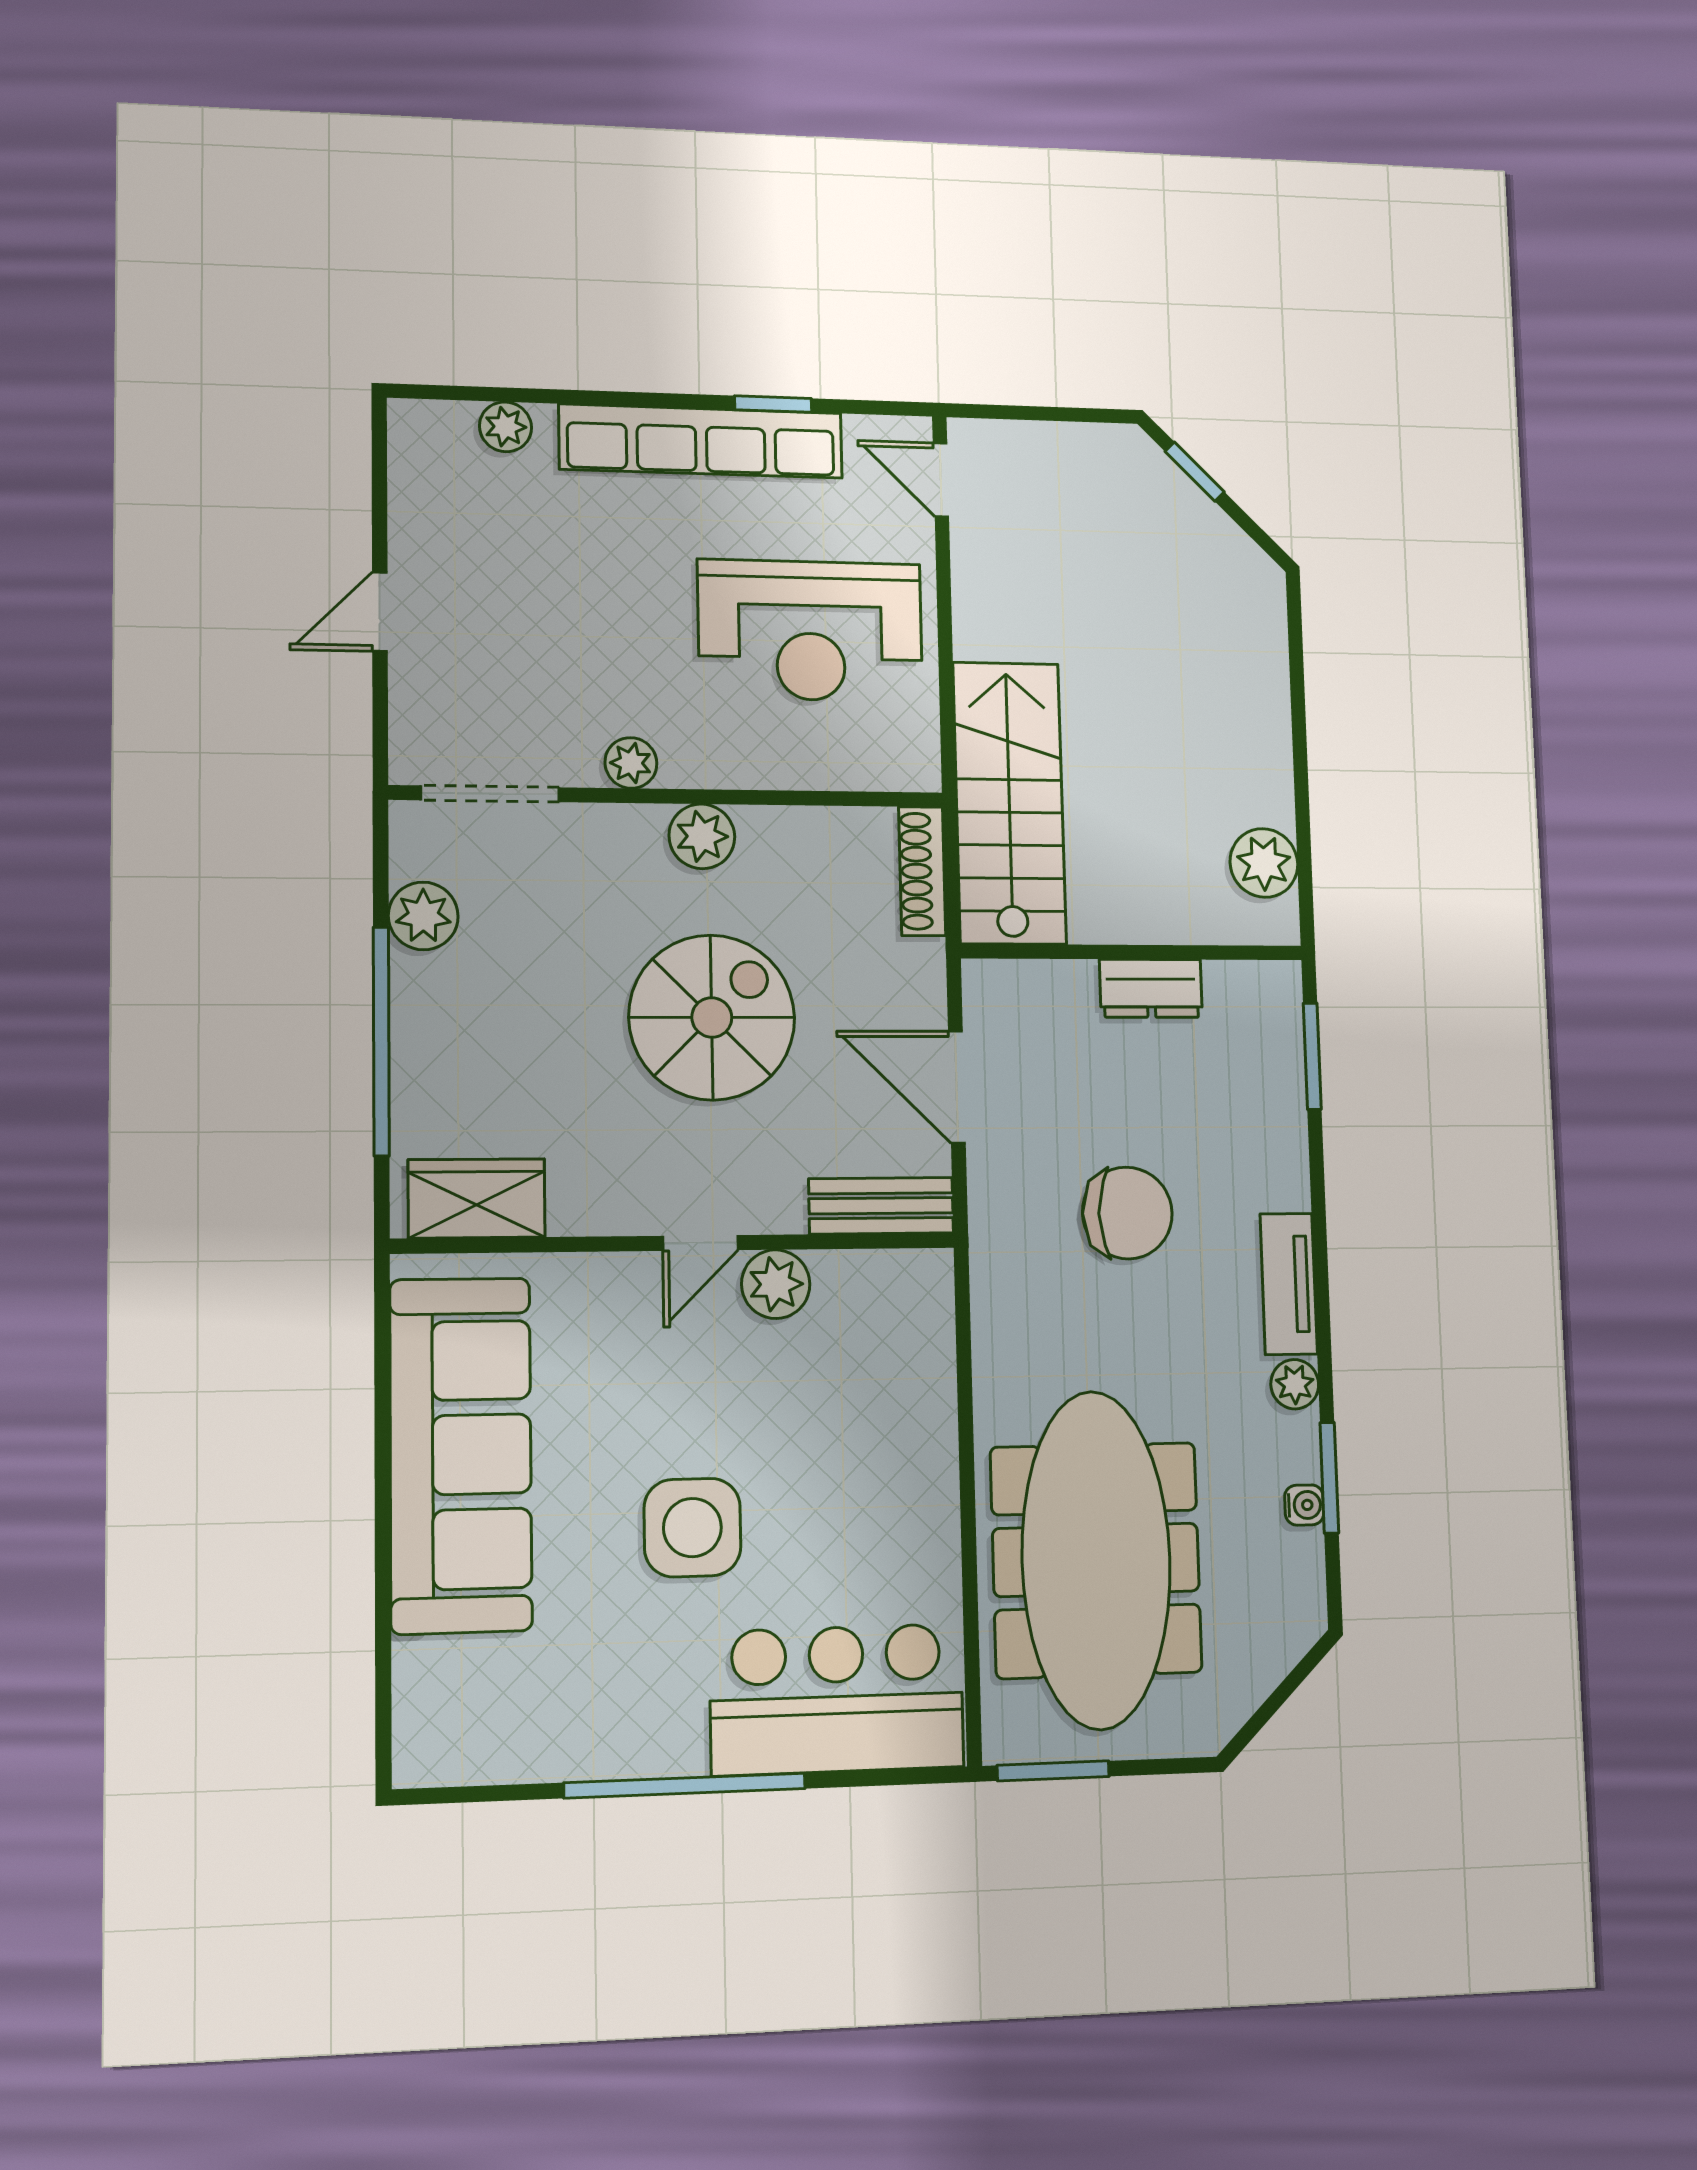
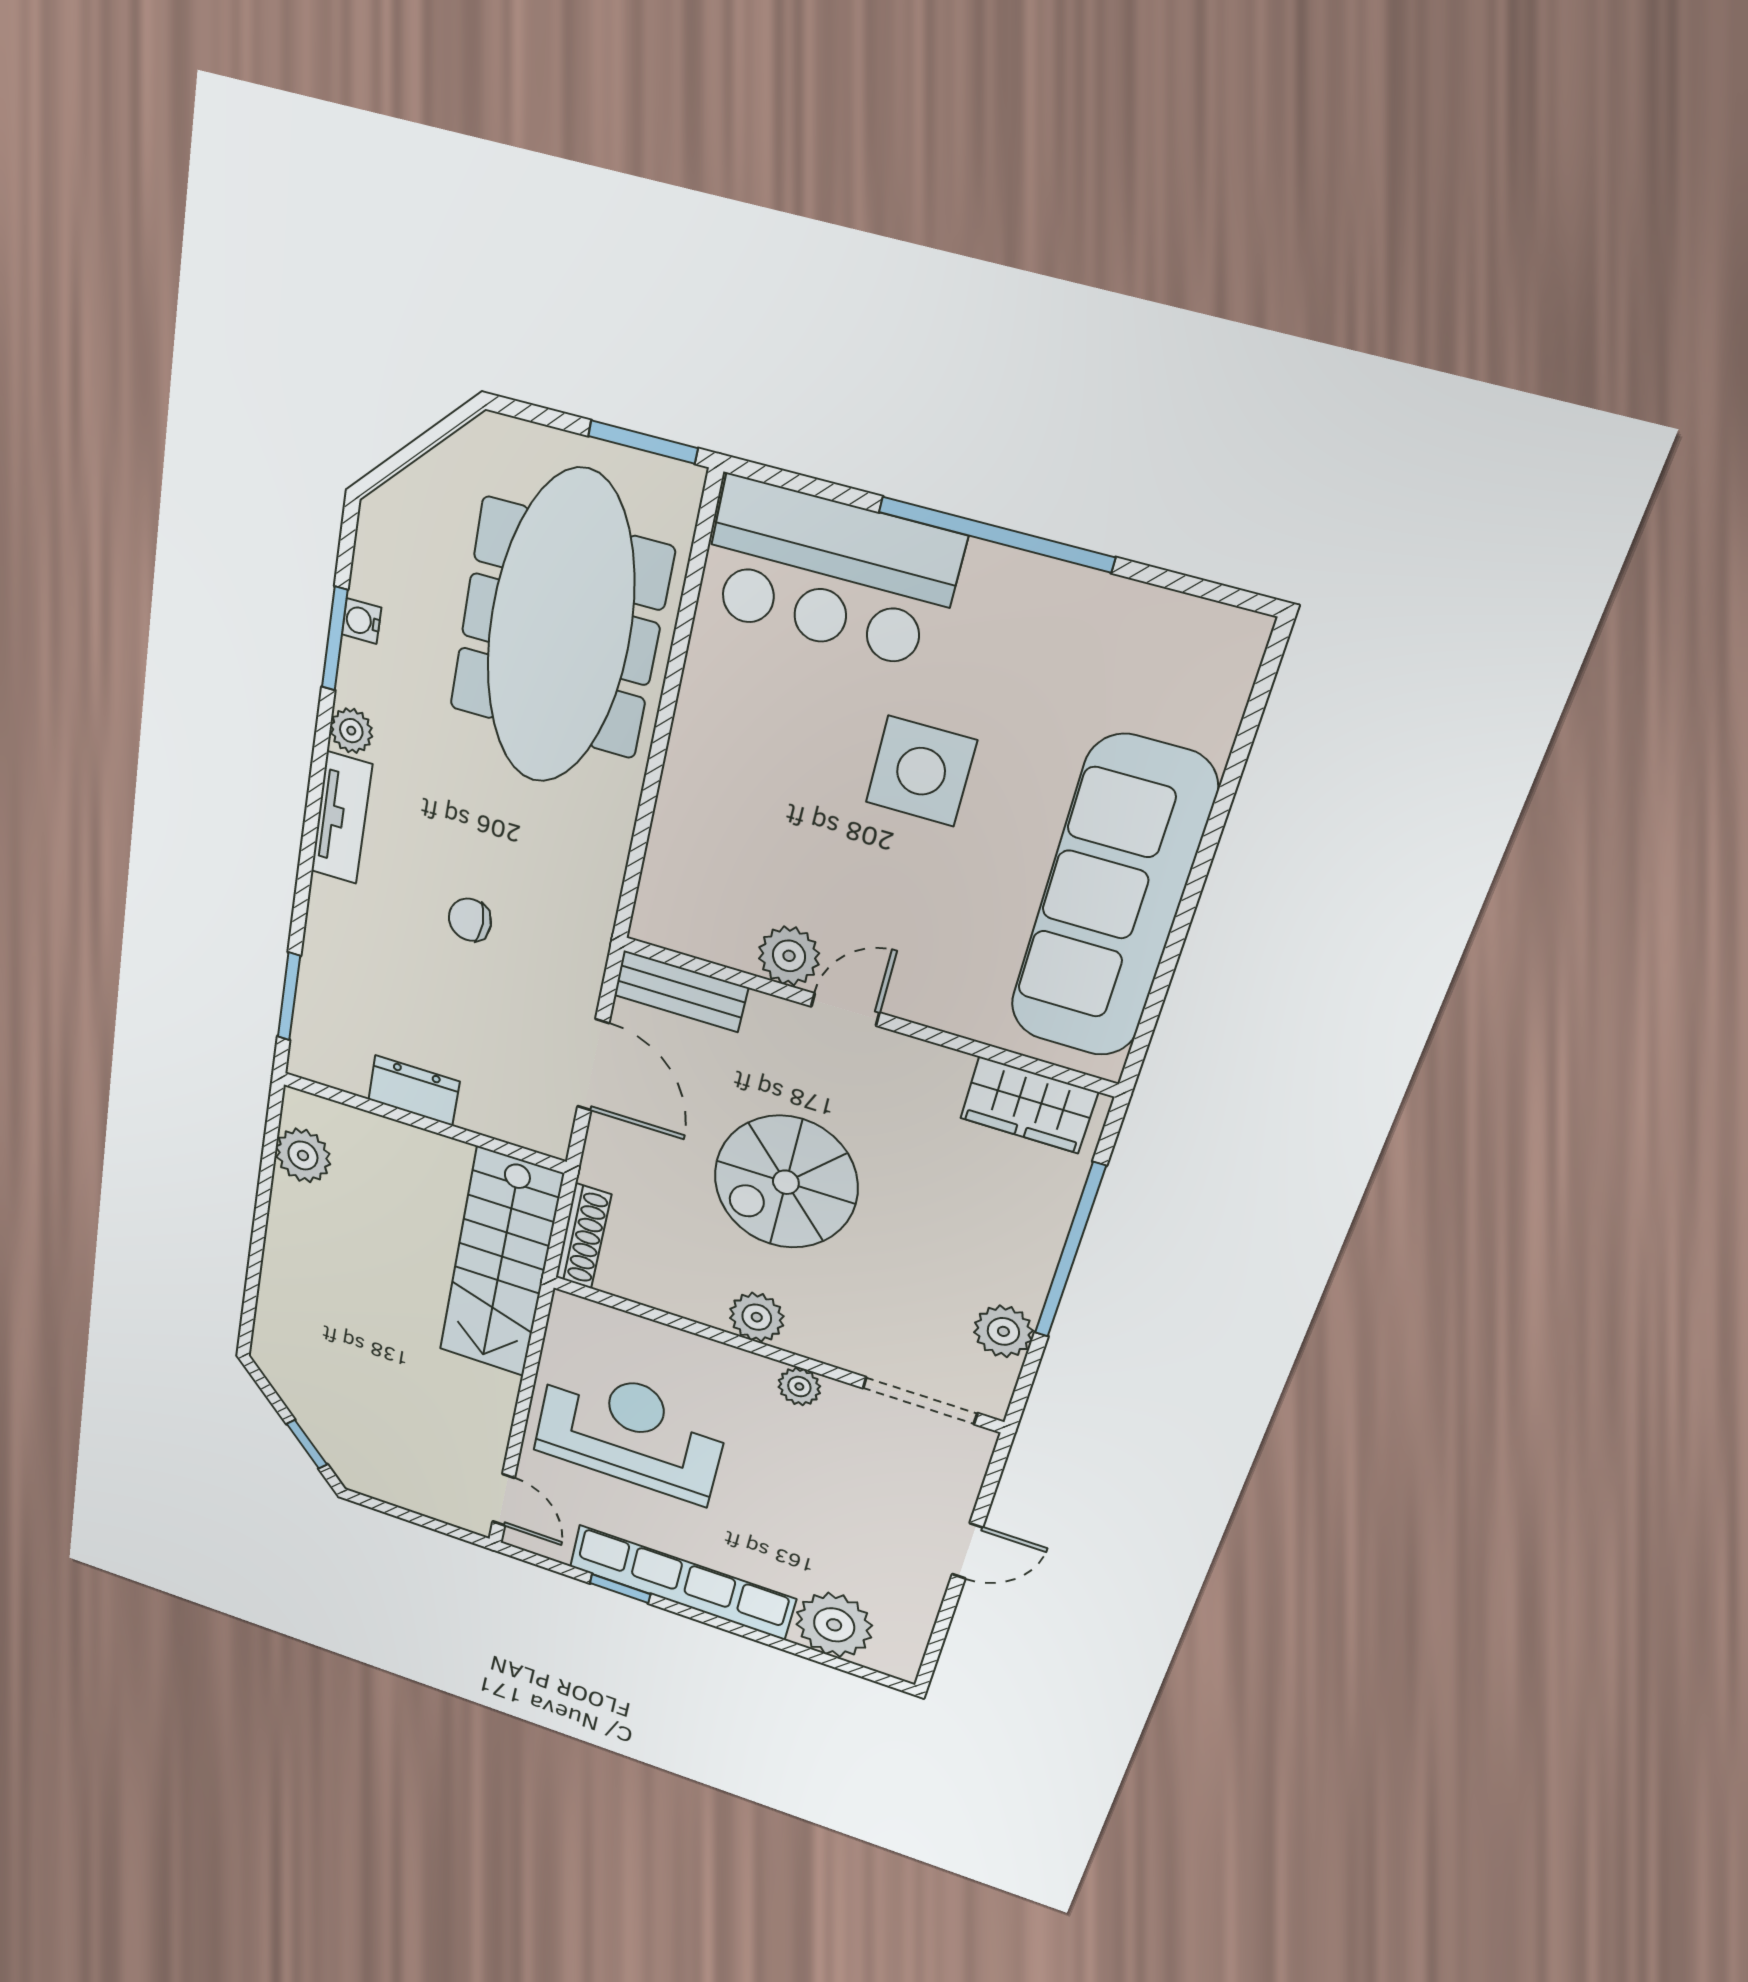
plant: (505, 427) -> (834, 1625), width x1.88, depth x1.88
chair: (1127, 1213) -> (470, 920), width x0.54, depth x0.54

